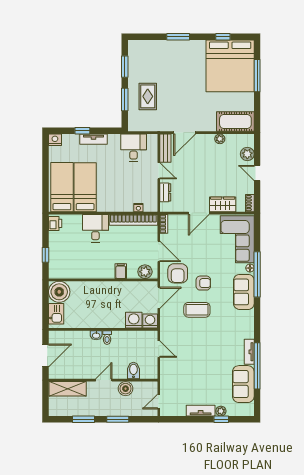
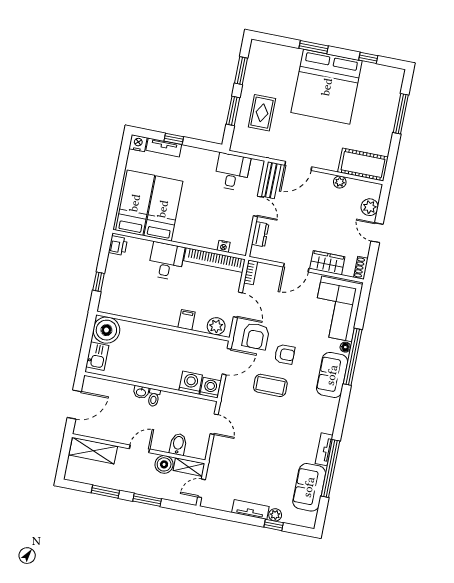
bed: (230, 66) -> (327, 87), moved
tv unit: (93, 139) -> (164, 147), moved
shelving: (146, 387) -> (189, 467), added

